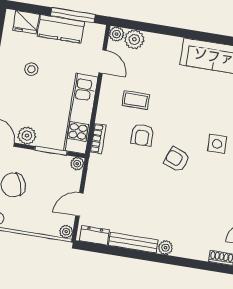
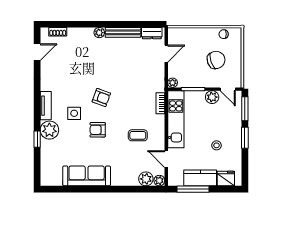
armchair: (142, 135) -> (98, 130), moved, turned -90
plant: (66, 232) -> (173, 32), removed

